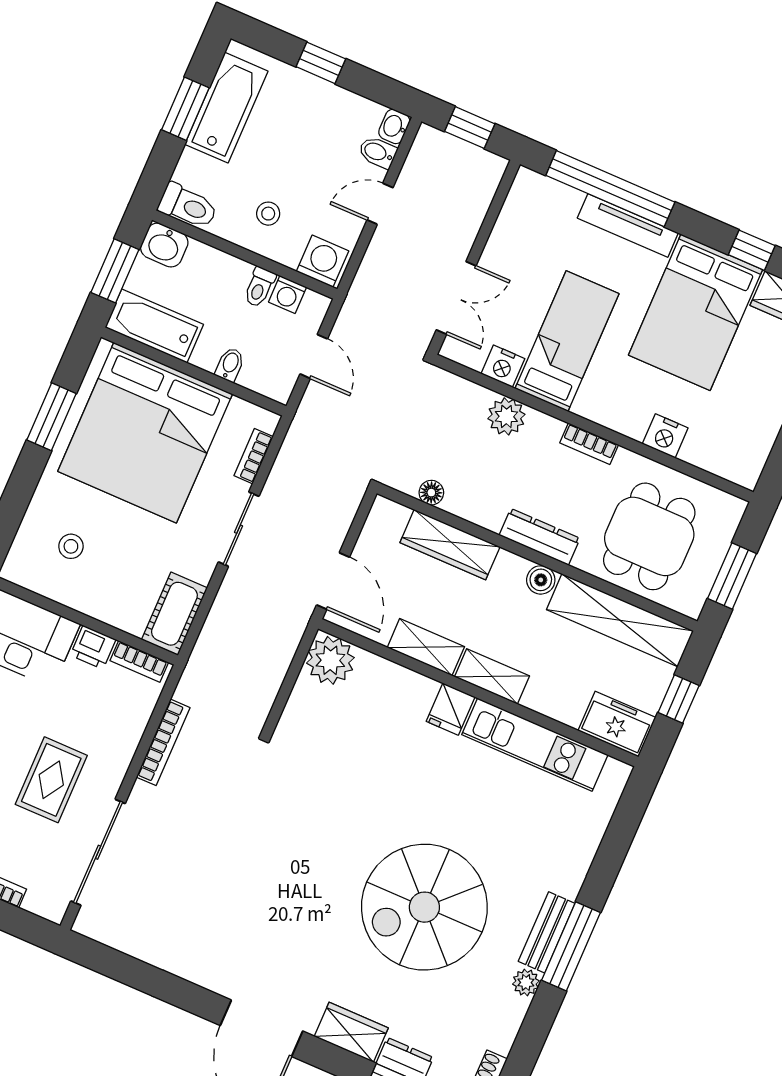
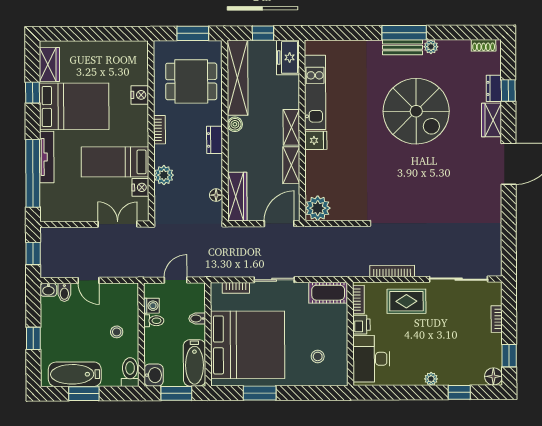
washing machine: (322, 261) -> (128, 296), removed
dresser: (540, 537) -> (215, 140), width x0.70
wardrobe: (450, 545) -> (237, 197), moved
rug: (51, 780) -> (406, 301), moved

